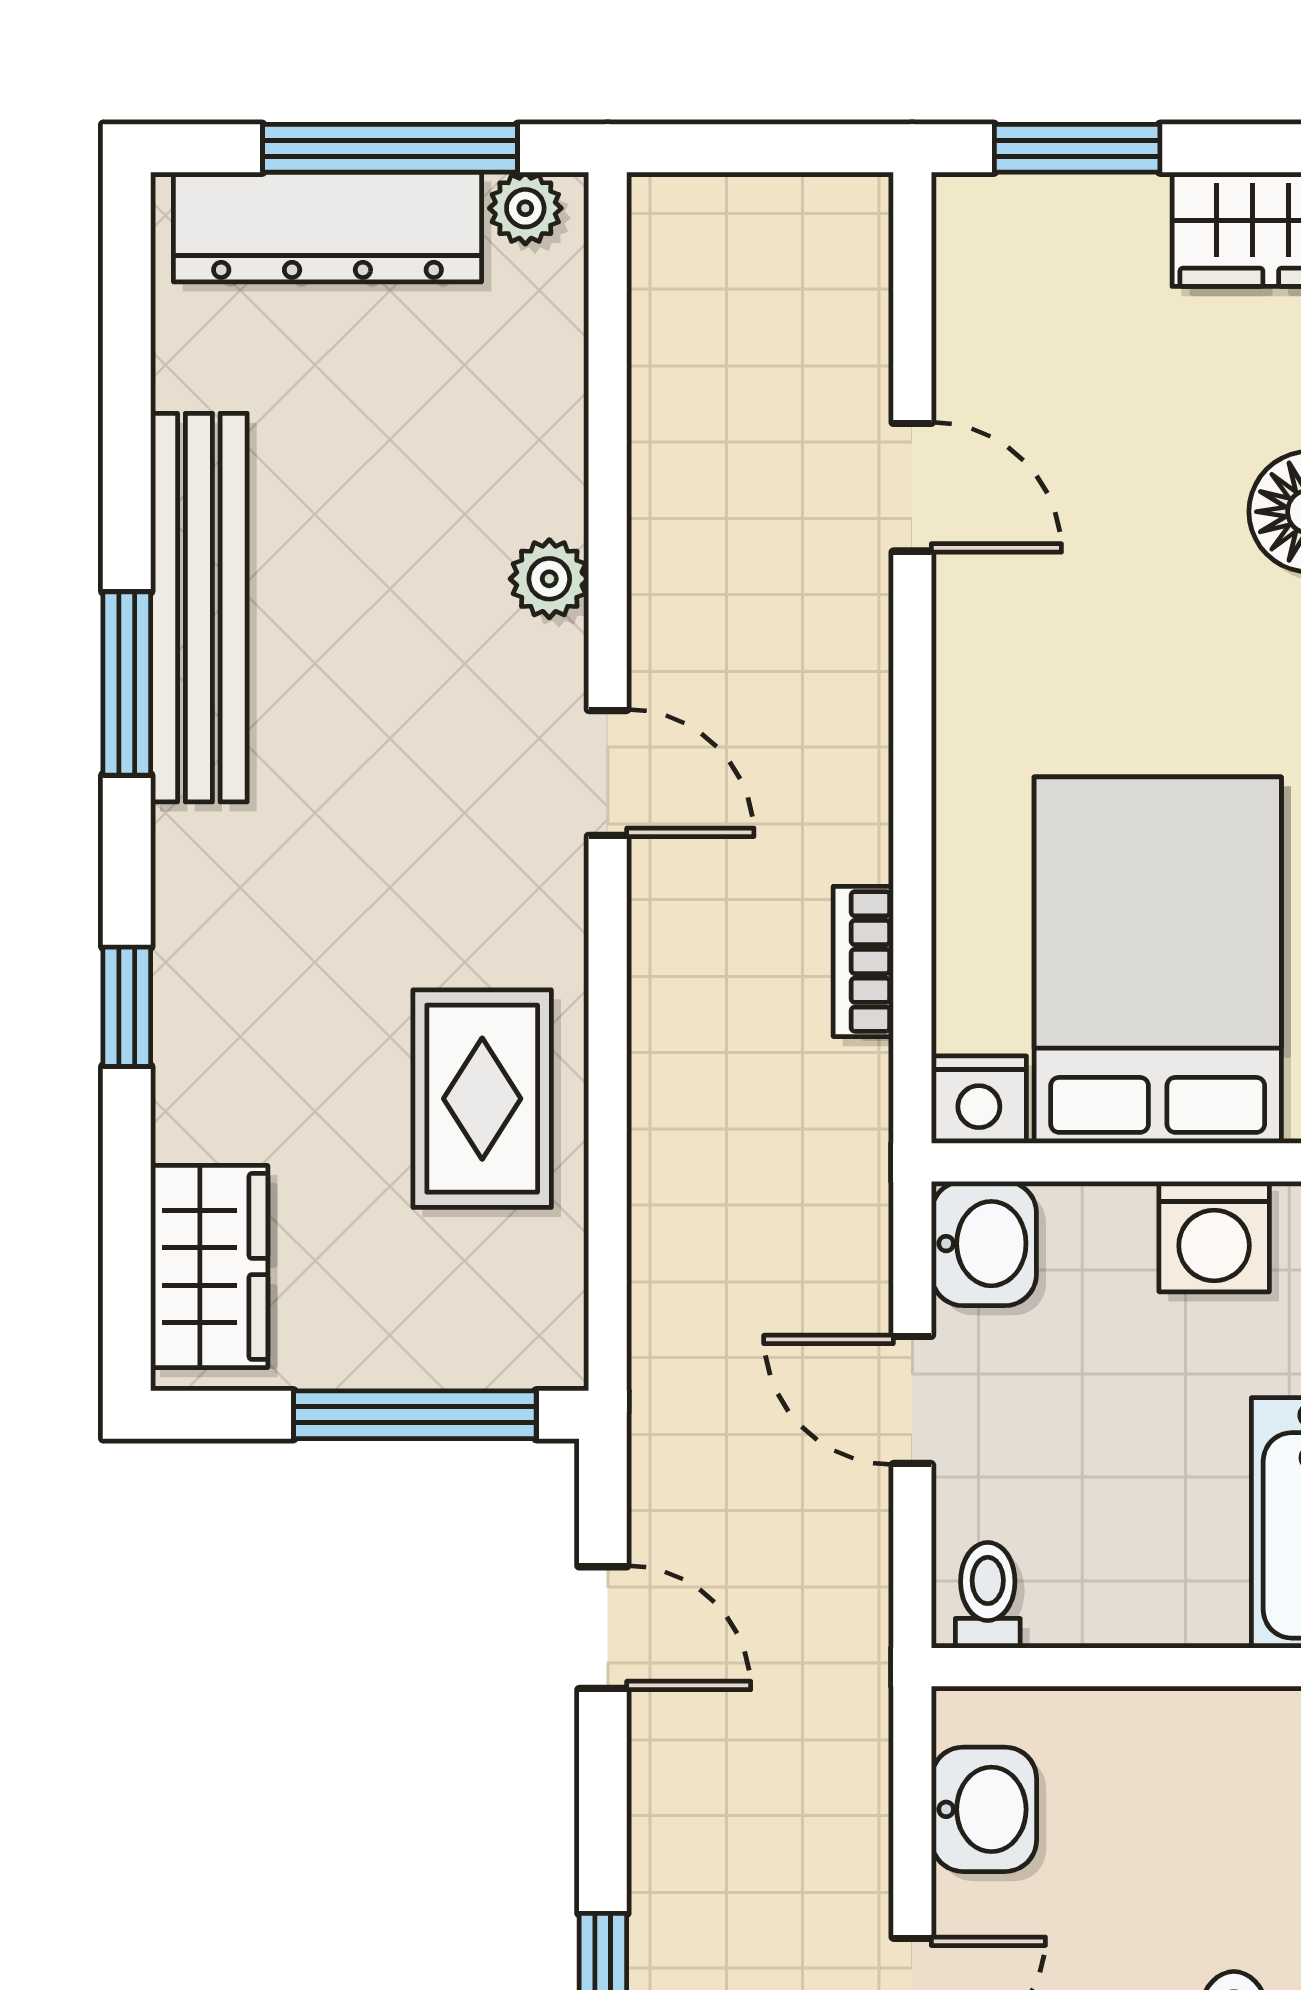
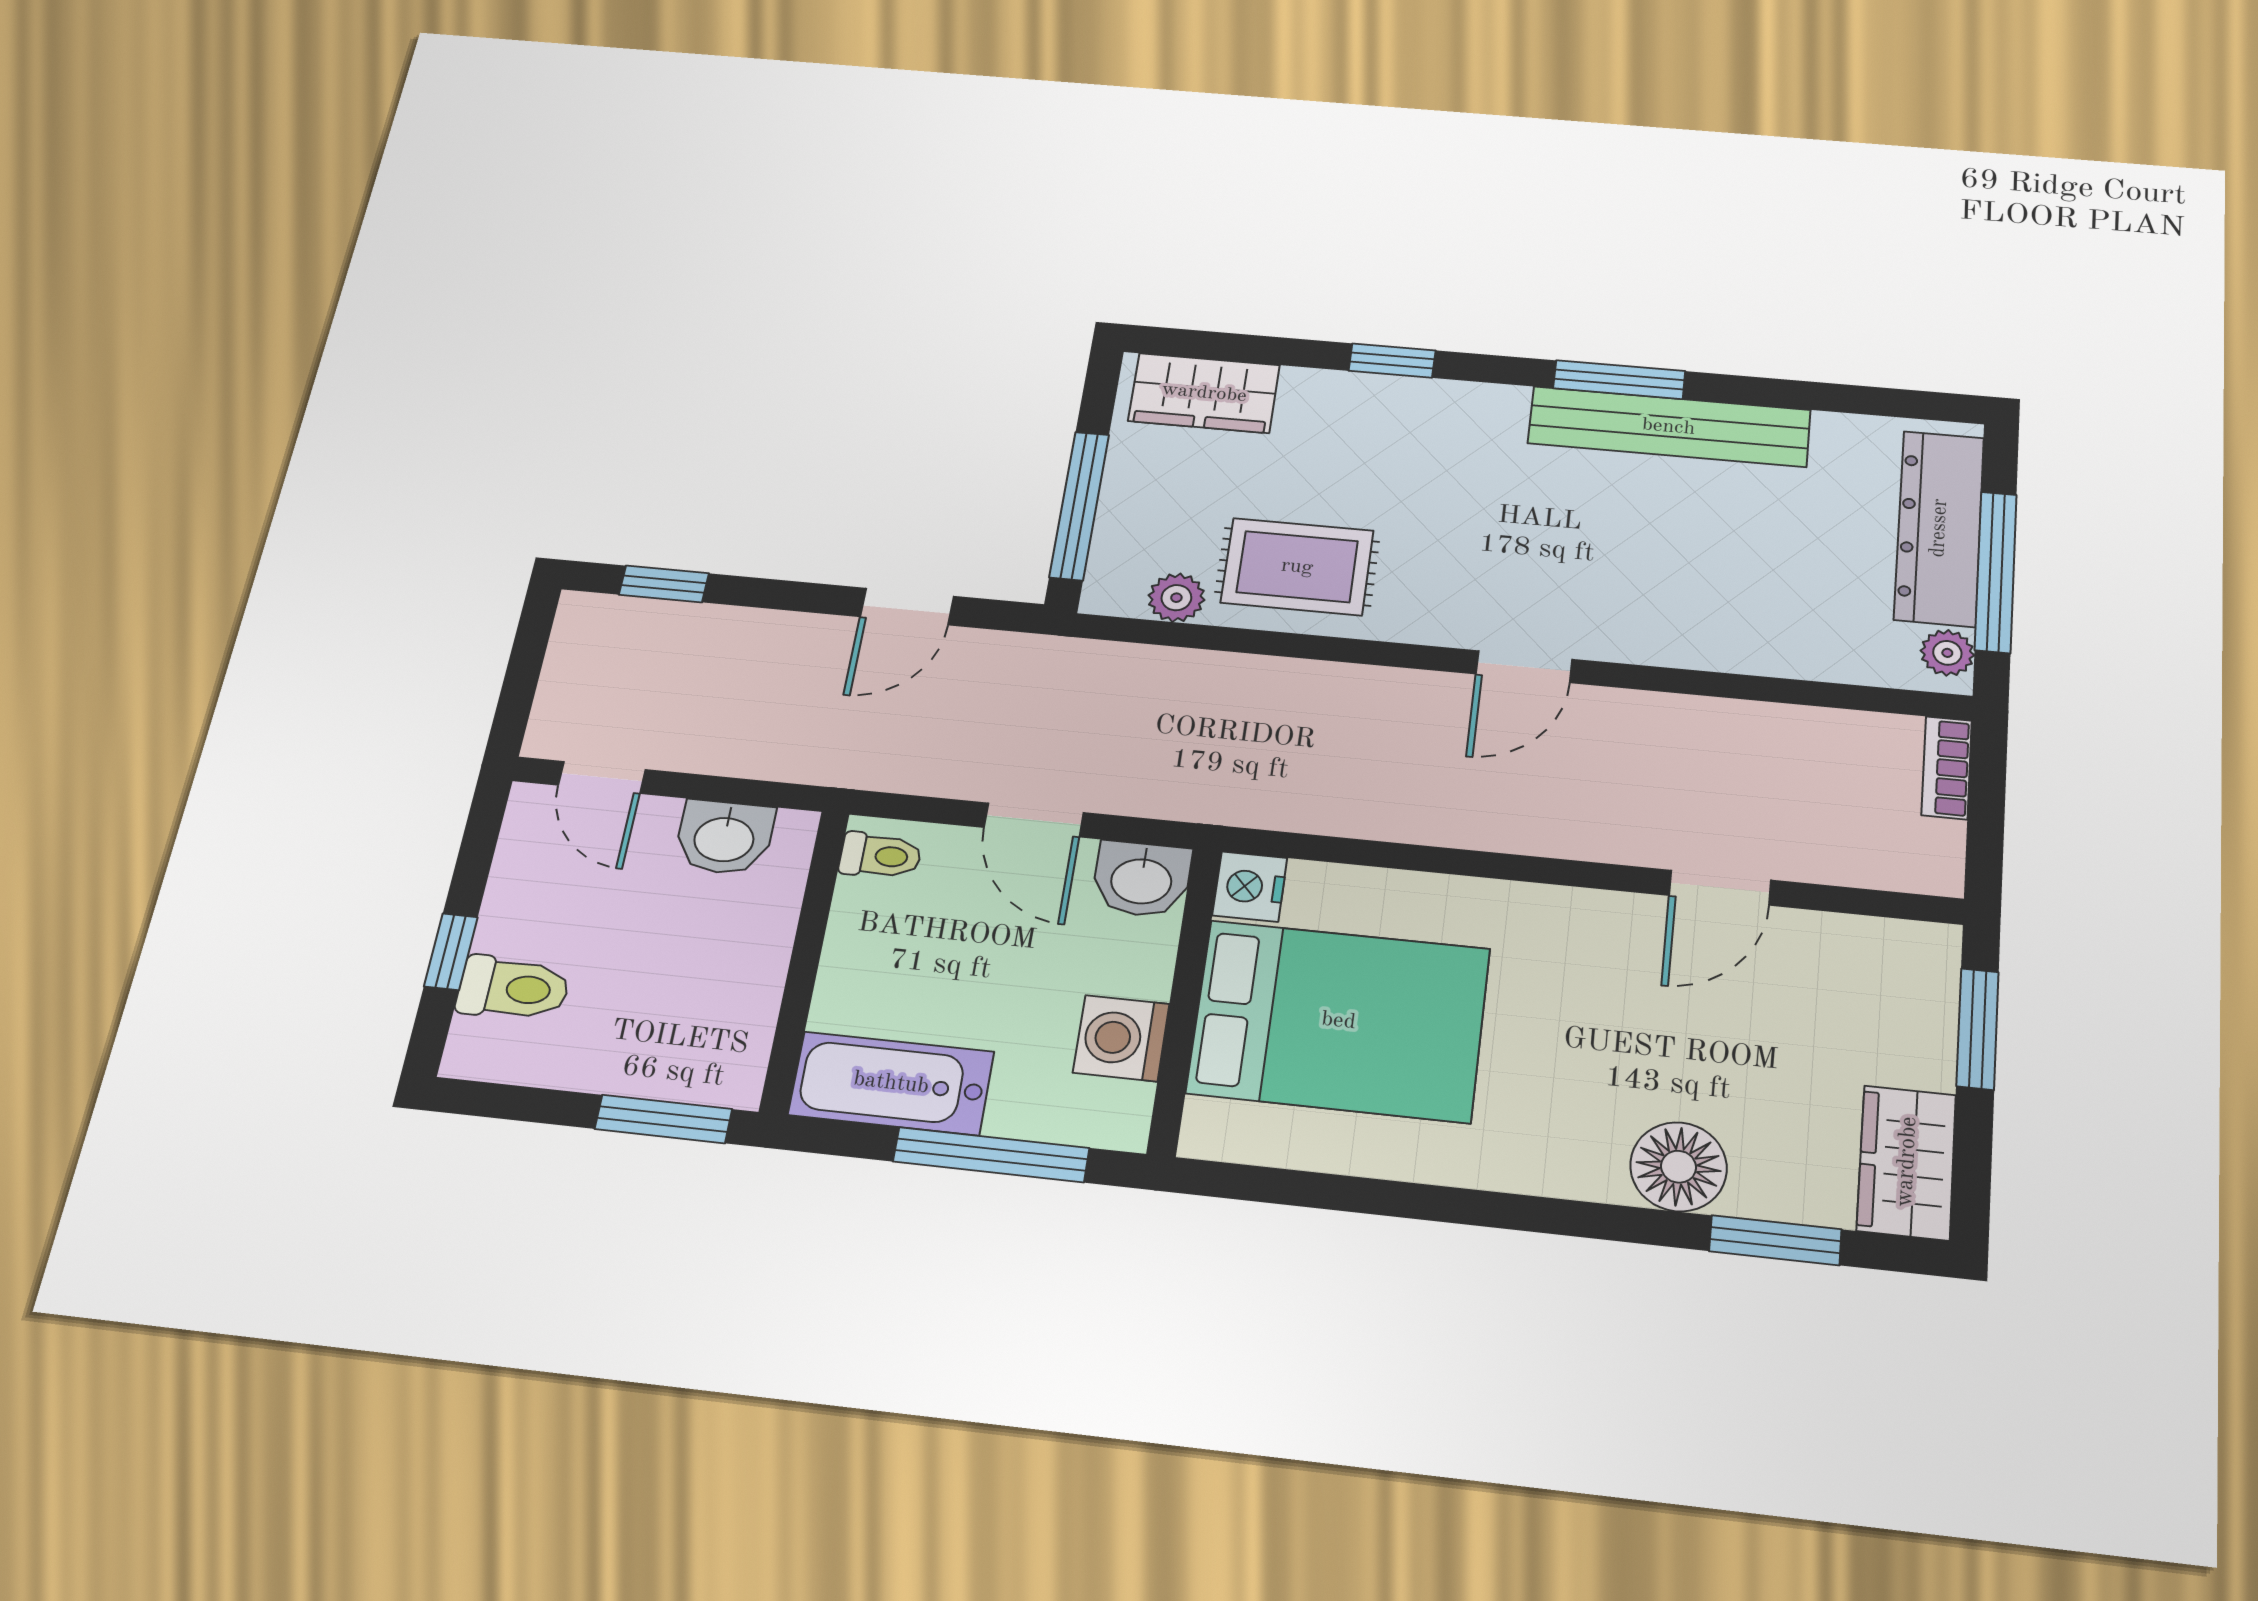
plant: (549, 579) -> (1176, 598), moved
bookcase: (863, 961) -> (1947, 768), moved, turned -90
door: (912, 1400) -> (1034, 820), swing flipped

